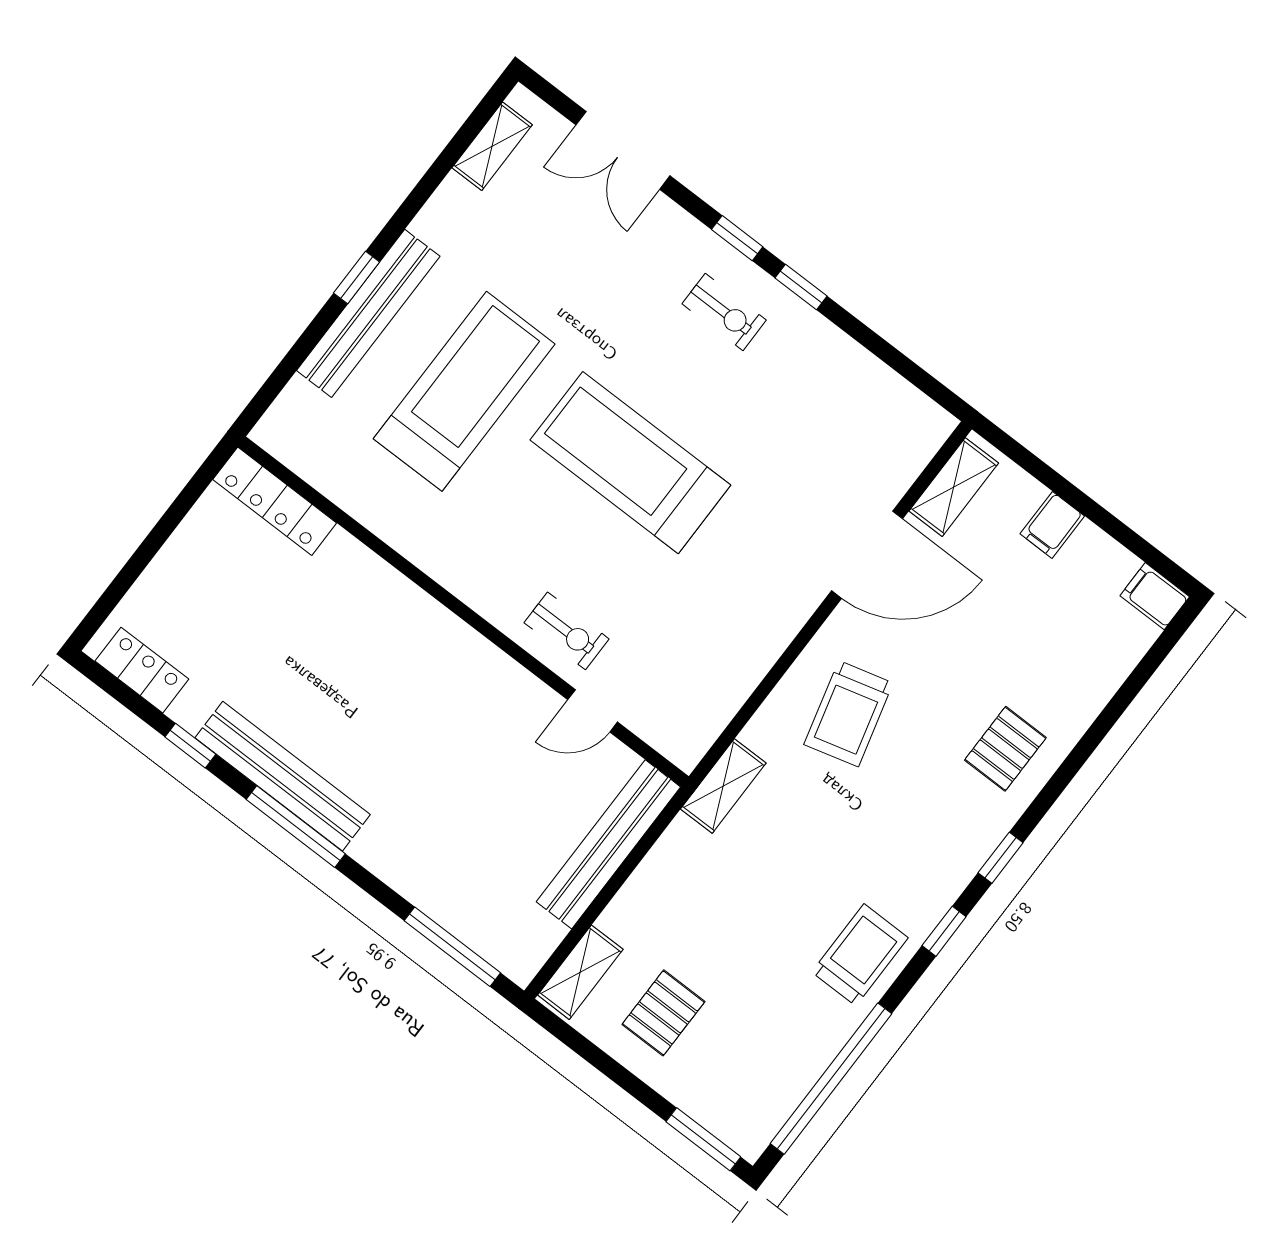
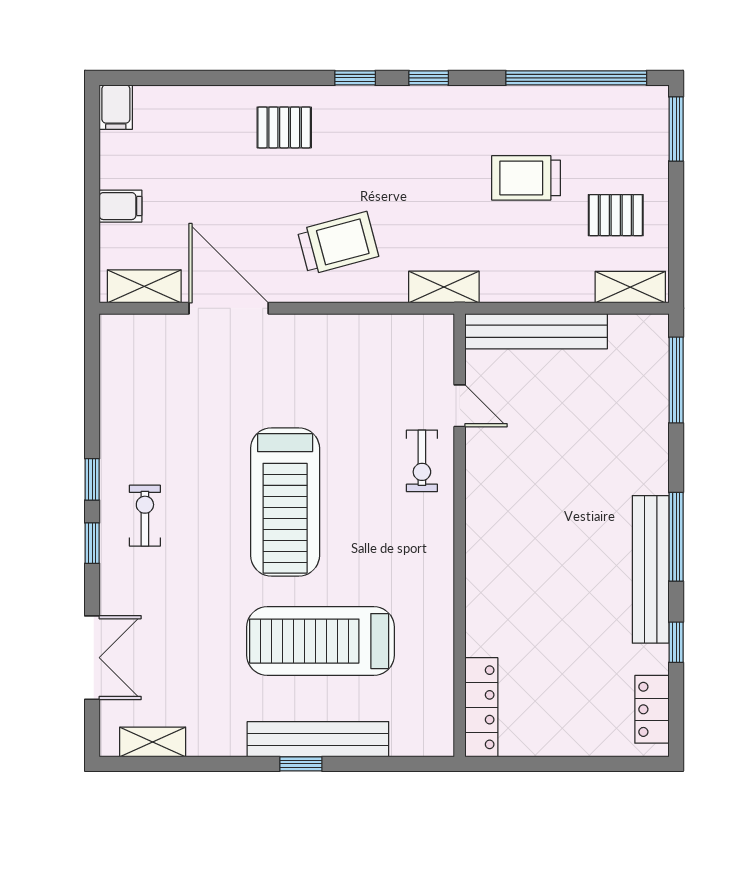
exercise bike: (567, 631) -> (422, 461), turned 180
trolley: (860, 955) -> (526, 178), moved

